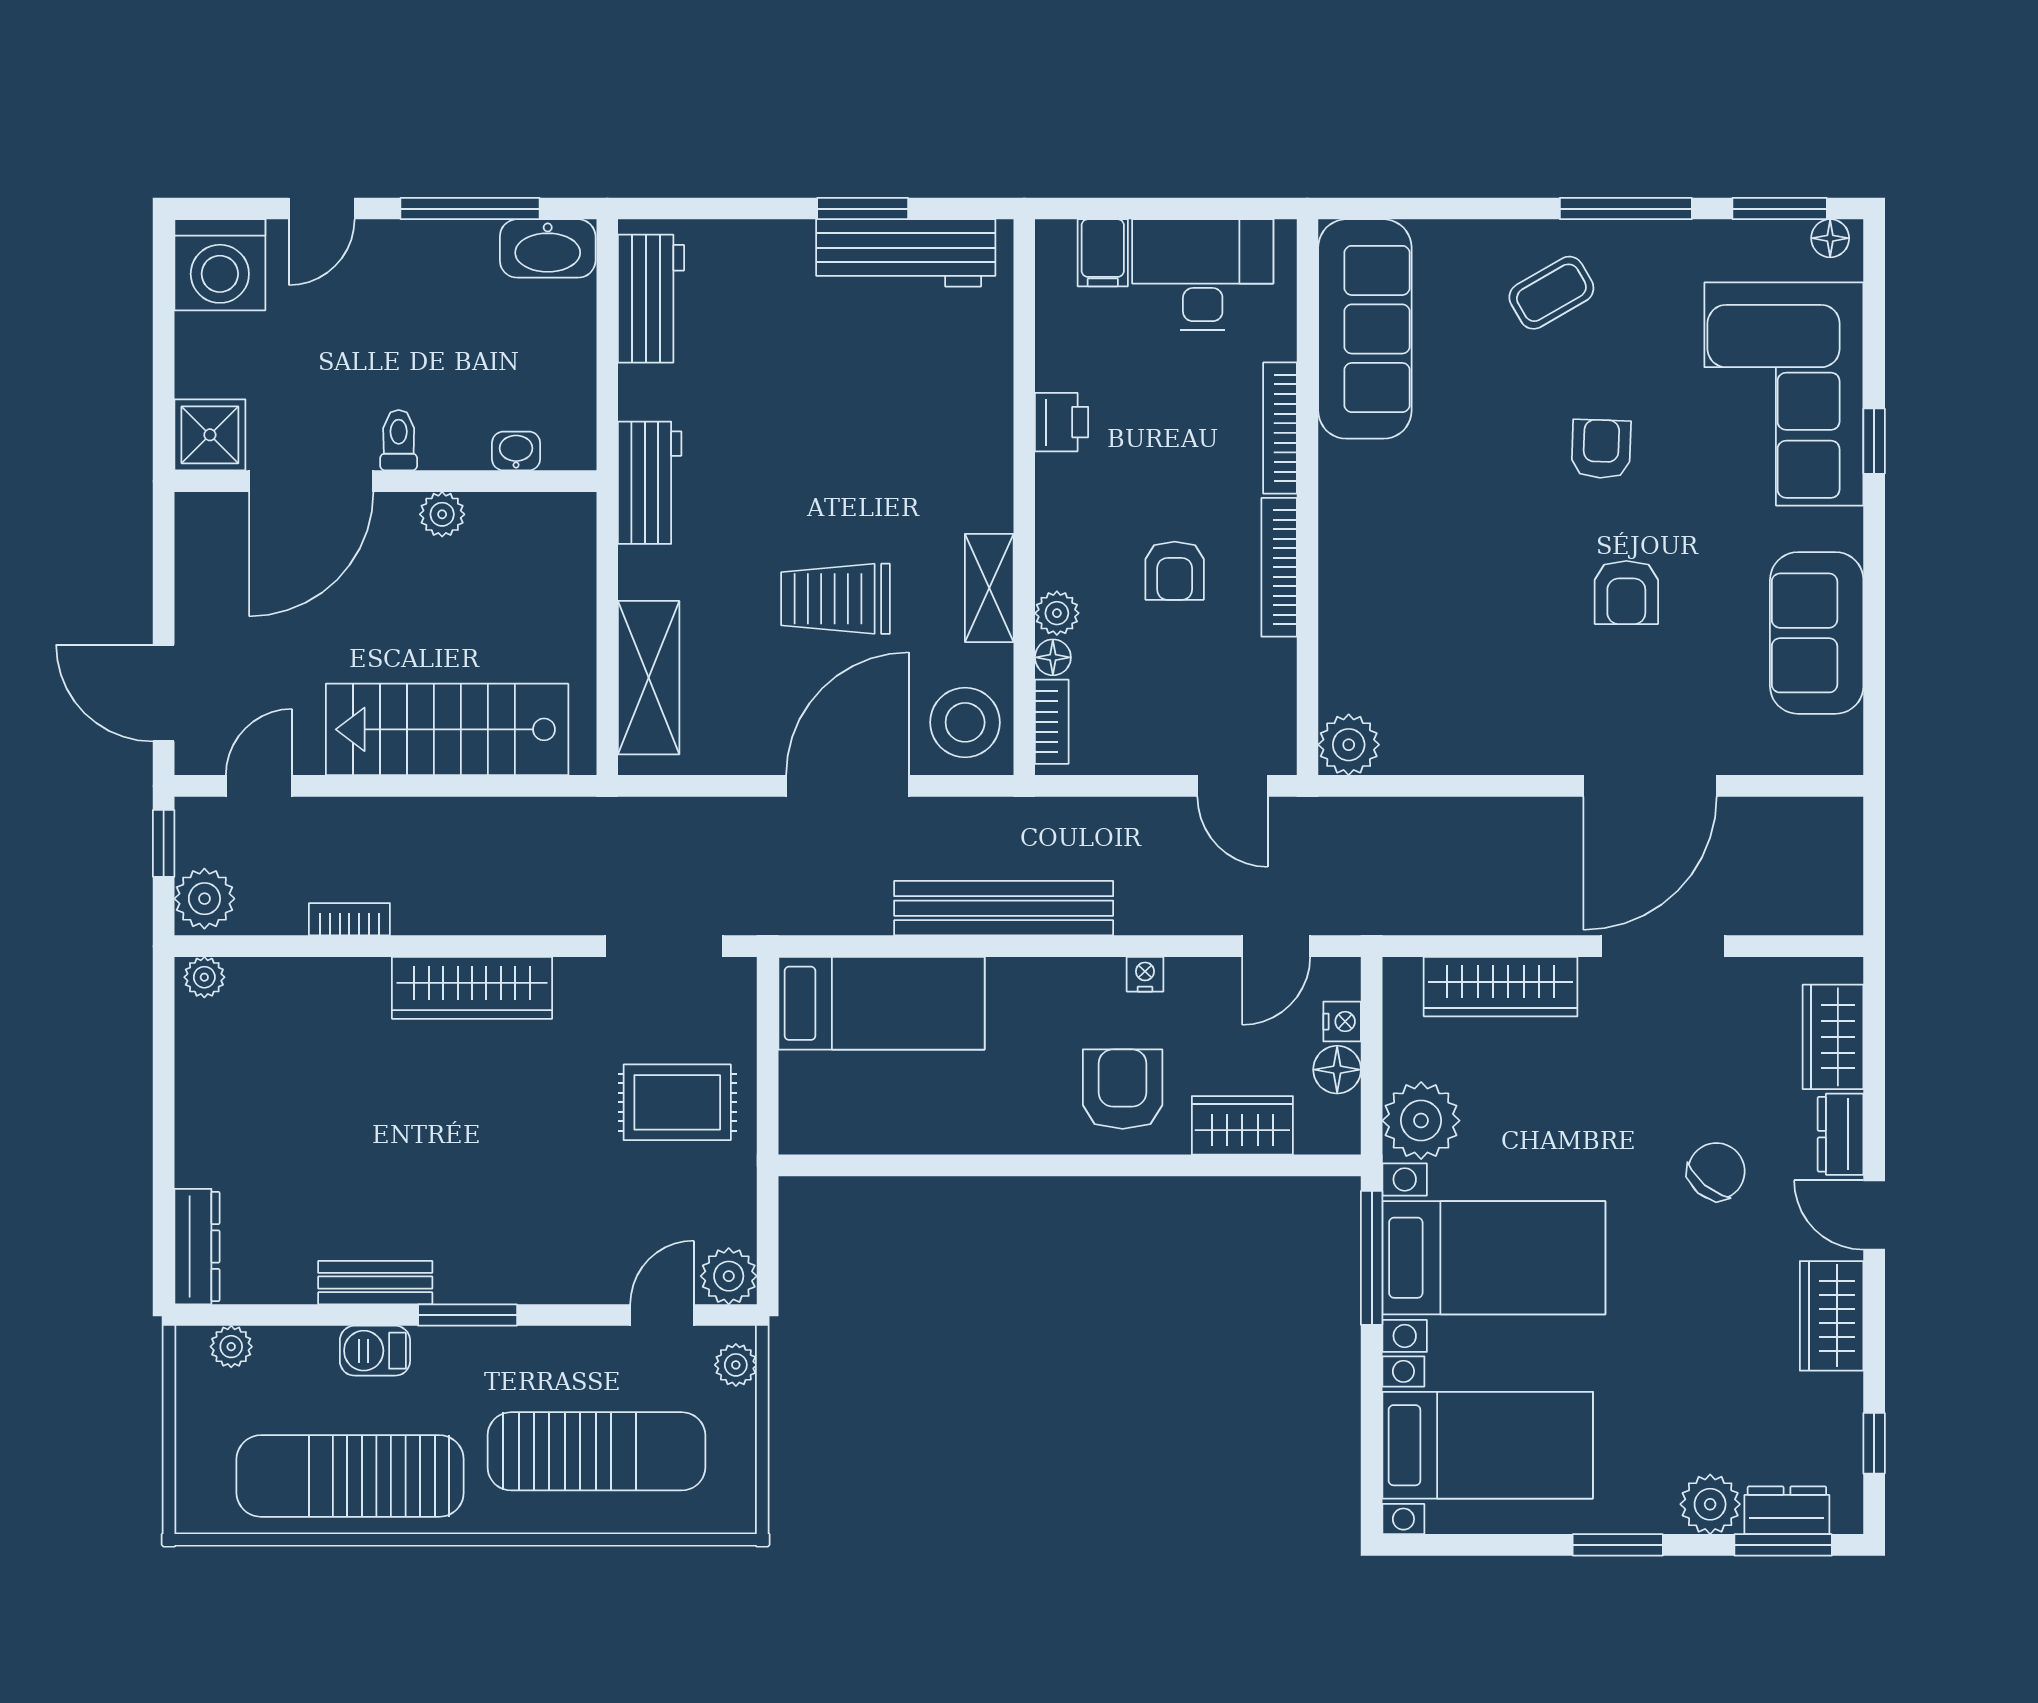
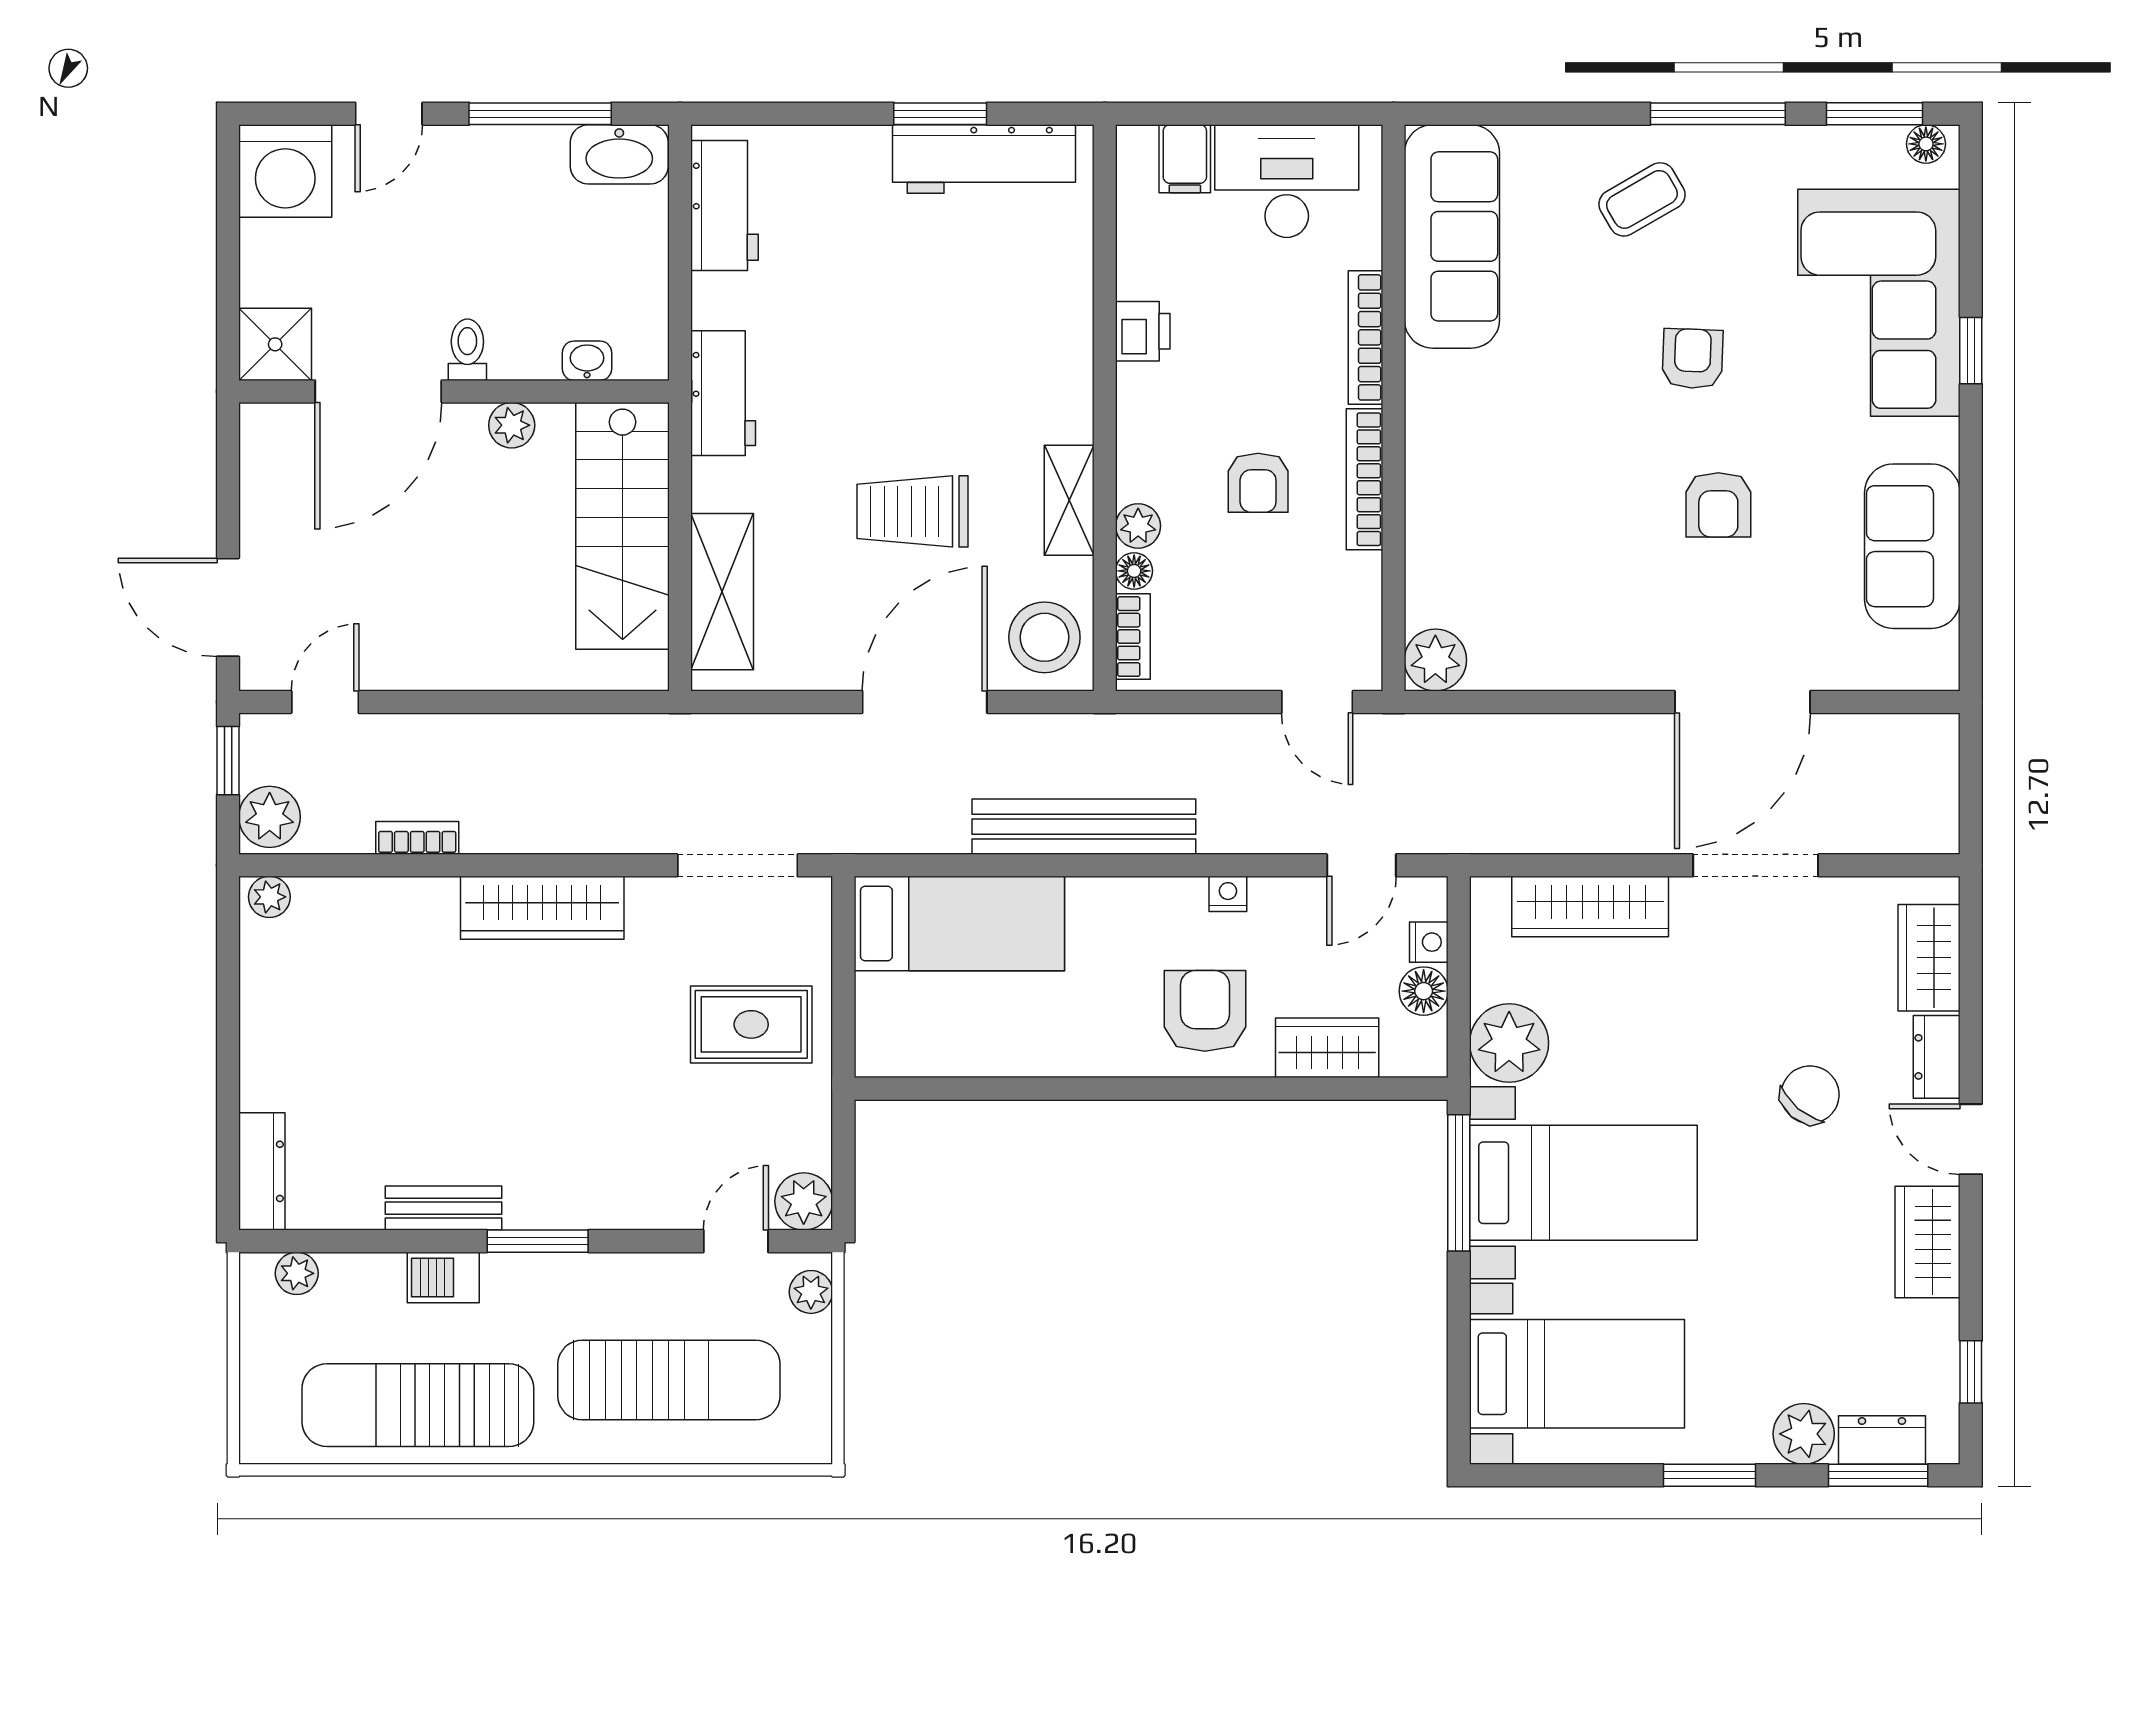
stairs: (447, 729) -> (623, 526), moved, turned -90

